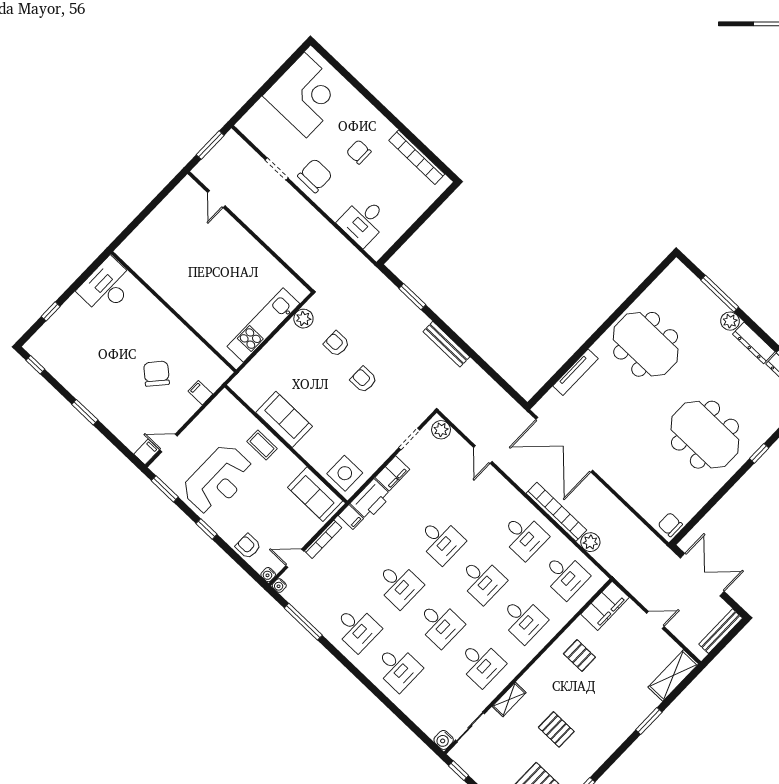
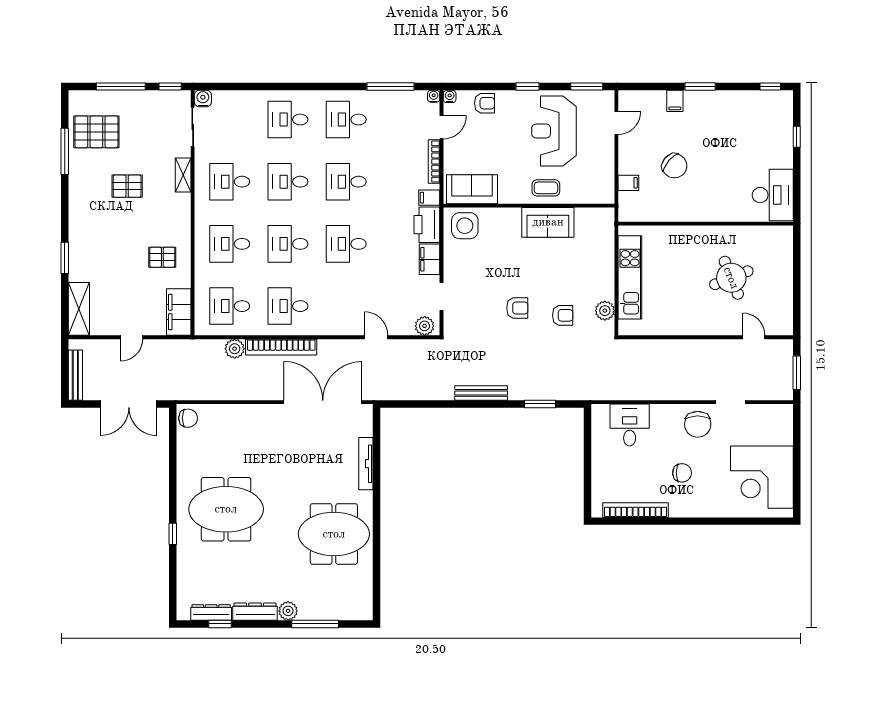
round table: (192, 256) -> (731, 278), added
filing cabinet: (147, 452) -> (675, 101), moved

